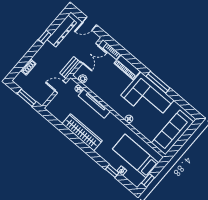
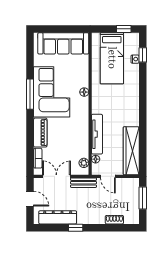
wardrobe: (82, 132) -> (131, 151), moved
window: (112, 171) -> (143, 55), moved

